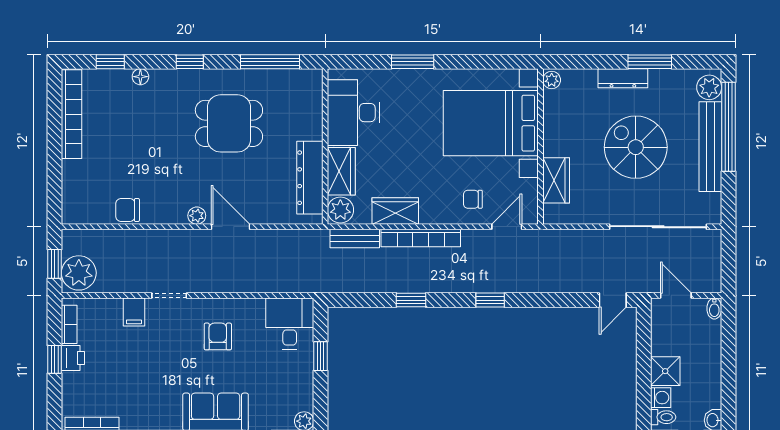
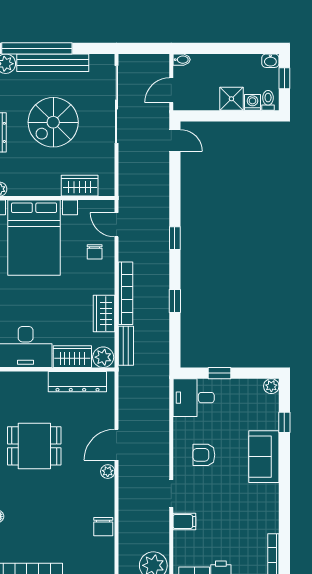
dining table: (229, 123) -> (34, 446), turned 90

